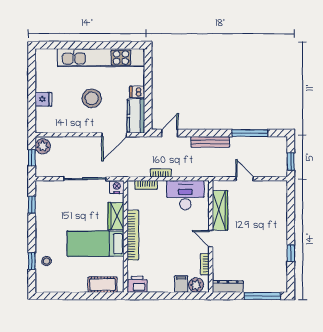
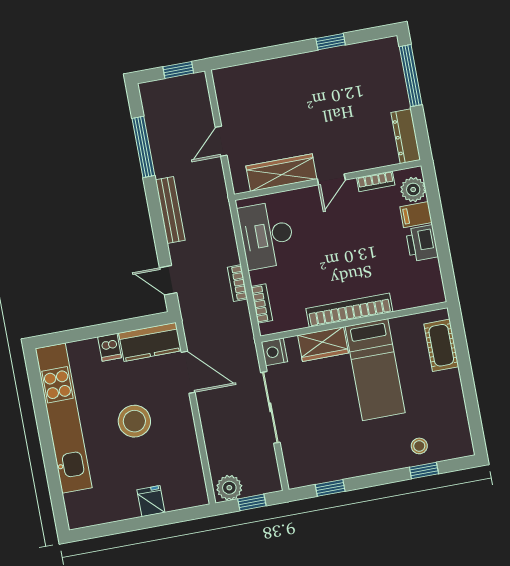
printer: (137, 284) -> (422, 243), moved

